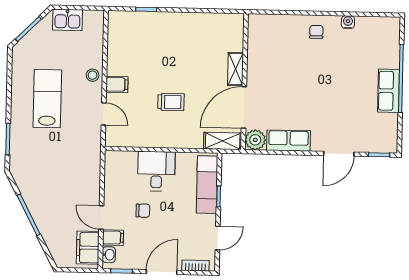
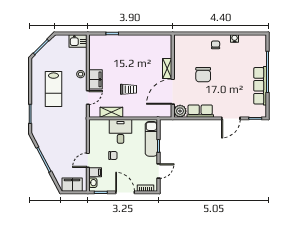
kitchen sink: (67, 20) -> (78, 41), moved
chair: (295, 81) -> (203, 75), added
filing cabinet: (117, 84) -> (95, 79), width x2.00
row of seats: (388, 91) -> (260, 86), width x1.48
lab bench: (47, 99) -> (53, 89), turned 180
door: (104, 114) -> (88, 97), hinge flipped
shelving: (223, 141) -> (111, 112), moved
door: (101, 217) -> (88, 160), hinge flipped
filing cabinet: (88, 248) -> (72, 185), moved, turned 90
door: (162, 272) -> (125, 192), hinge flipped

